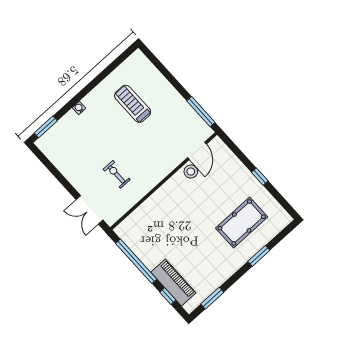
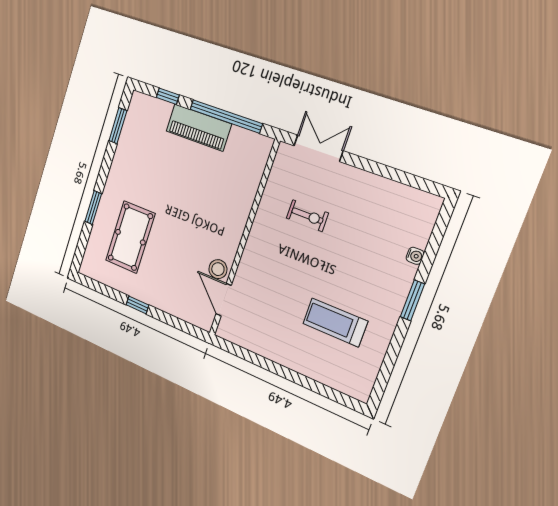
treadmill: (133, 104) -> (335, 322), turned 180
water cooler: (79, 108) -> (415, 256), moved
window: (201, 112) -> (244, 354), removed
window: (46, 127) -> (412, 300), moved
piano: (173, 283) -> (199, 127), moved

